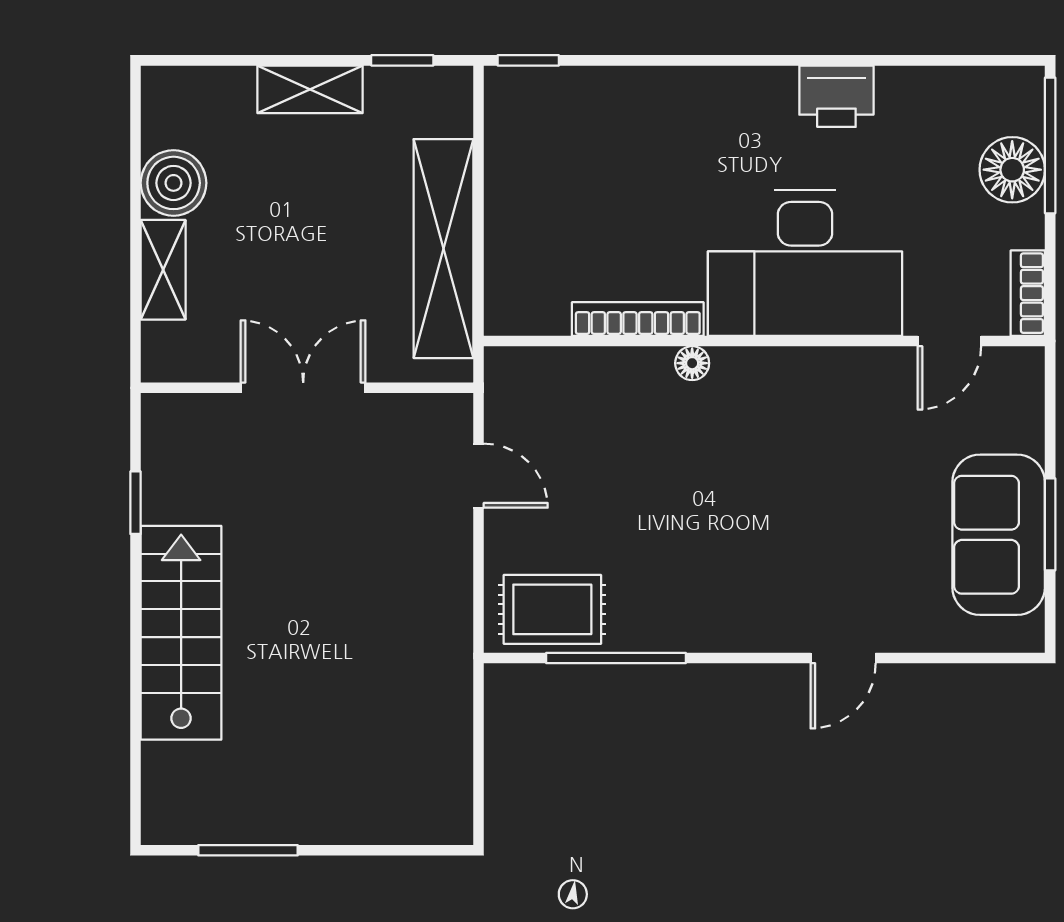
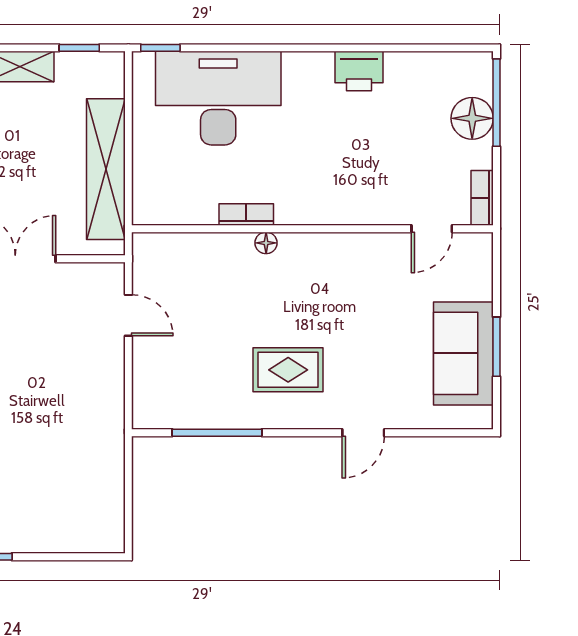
desk: (805, 263) -> (218, 98), moved, turned 180
bookcase: (638, 319) -> (246, 214), width x0.64
rug: (552, 609) -> (288, 370), moved

